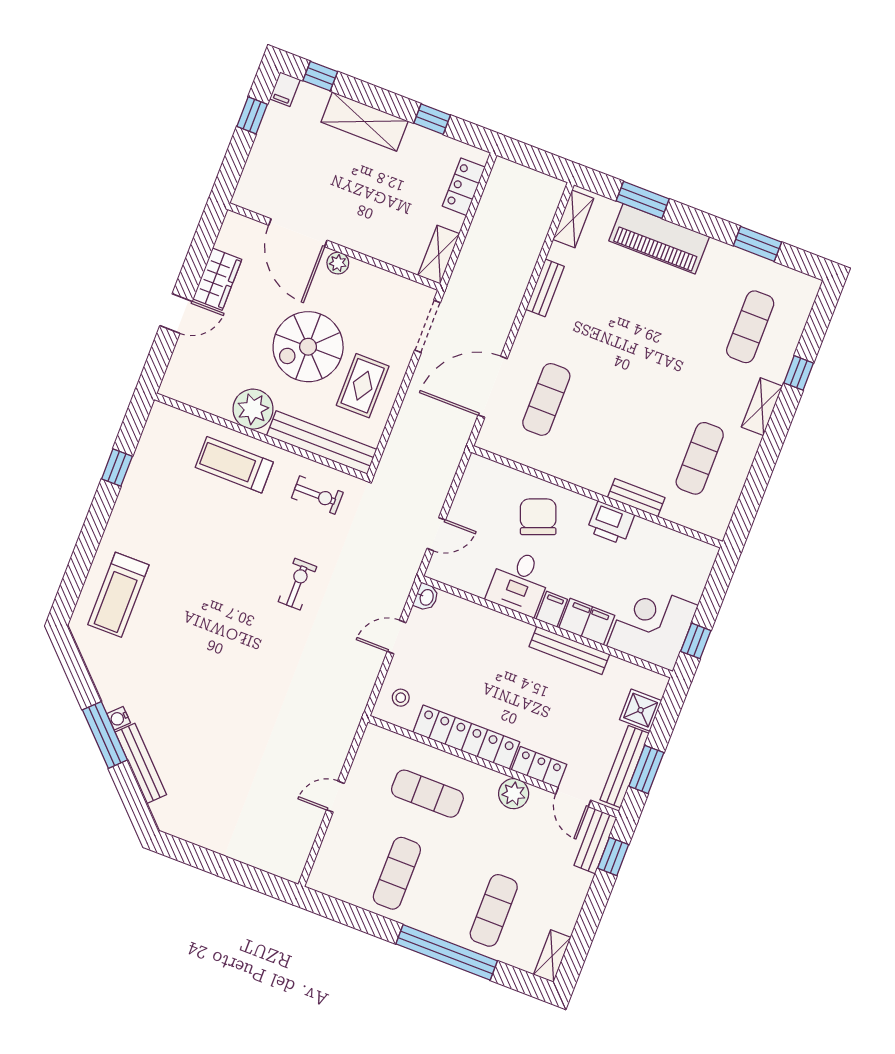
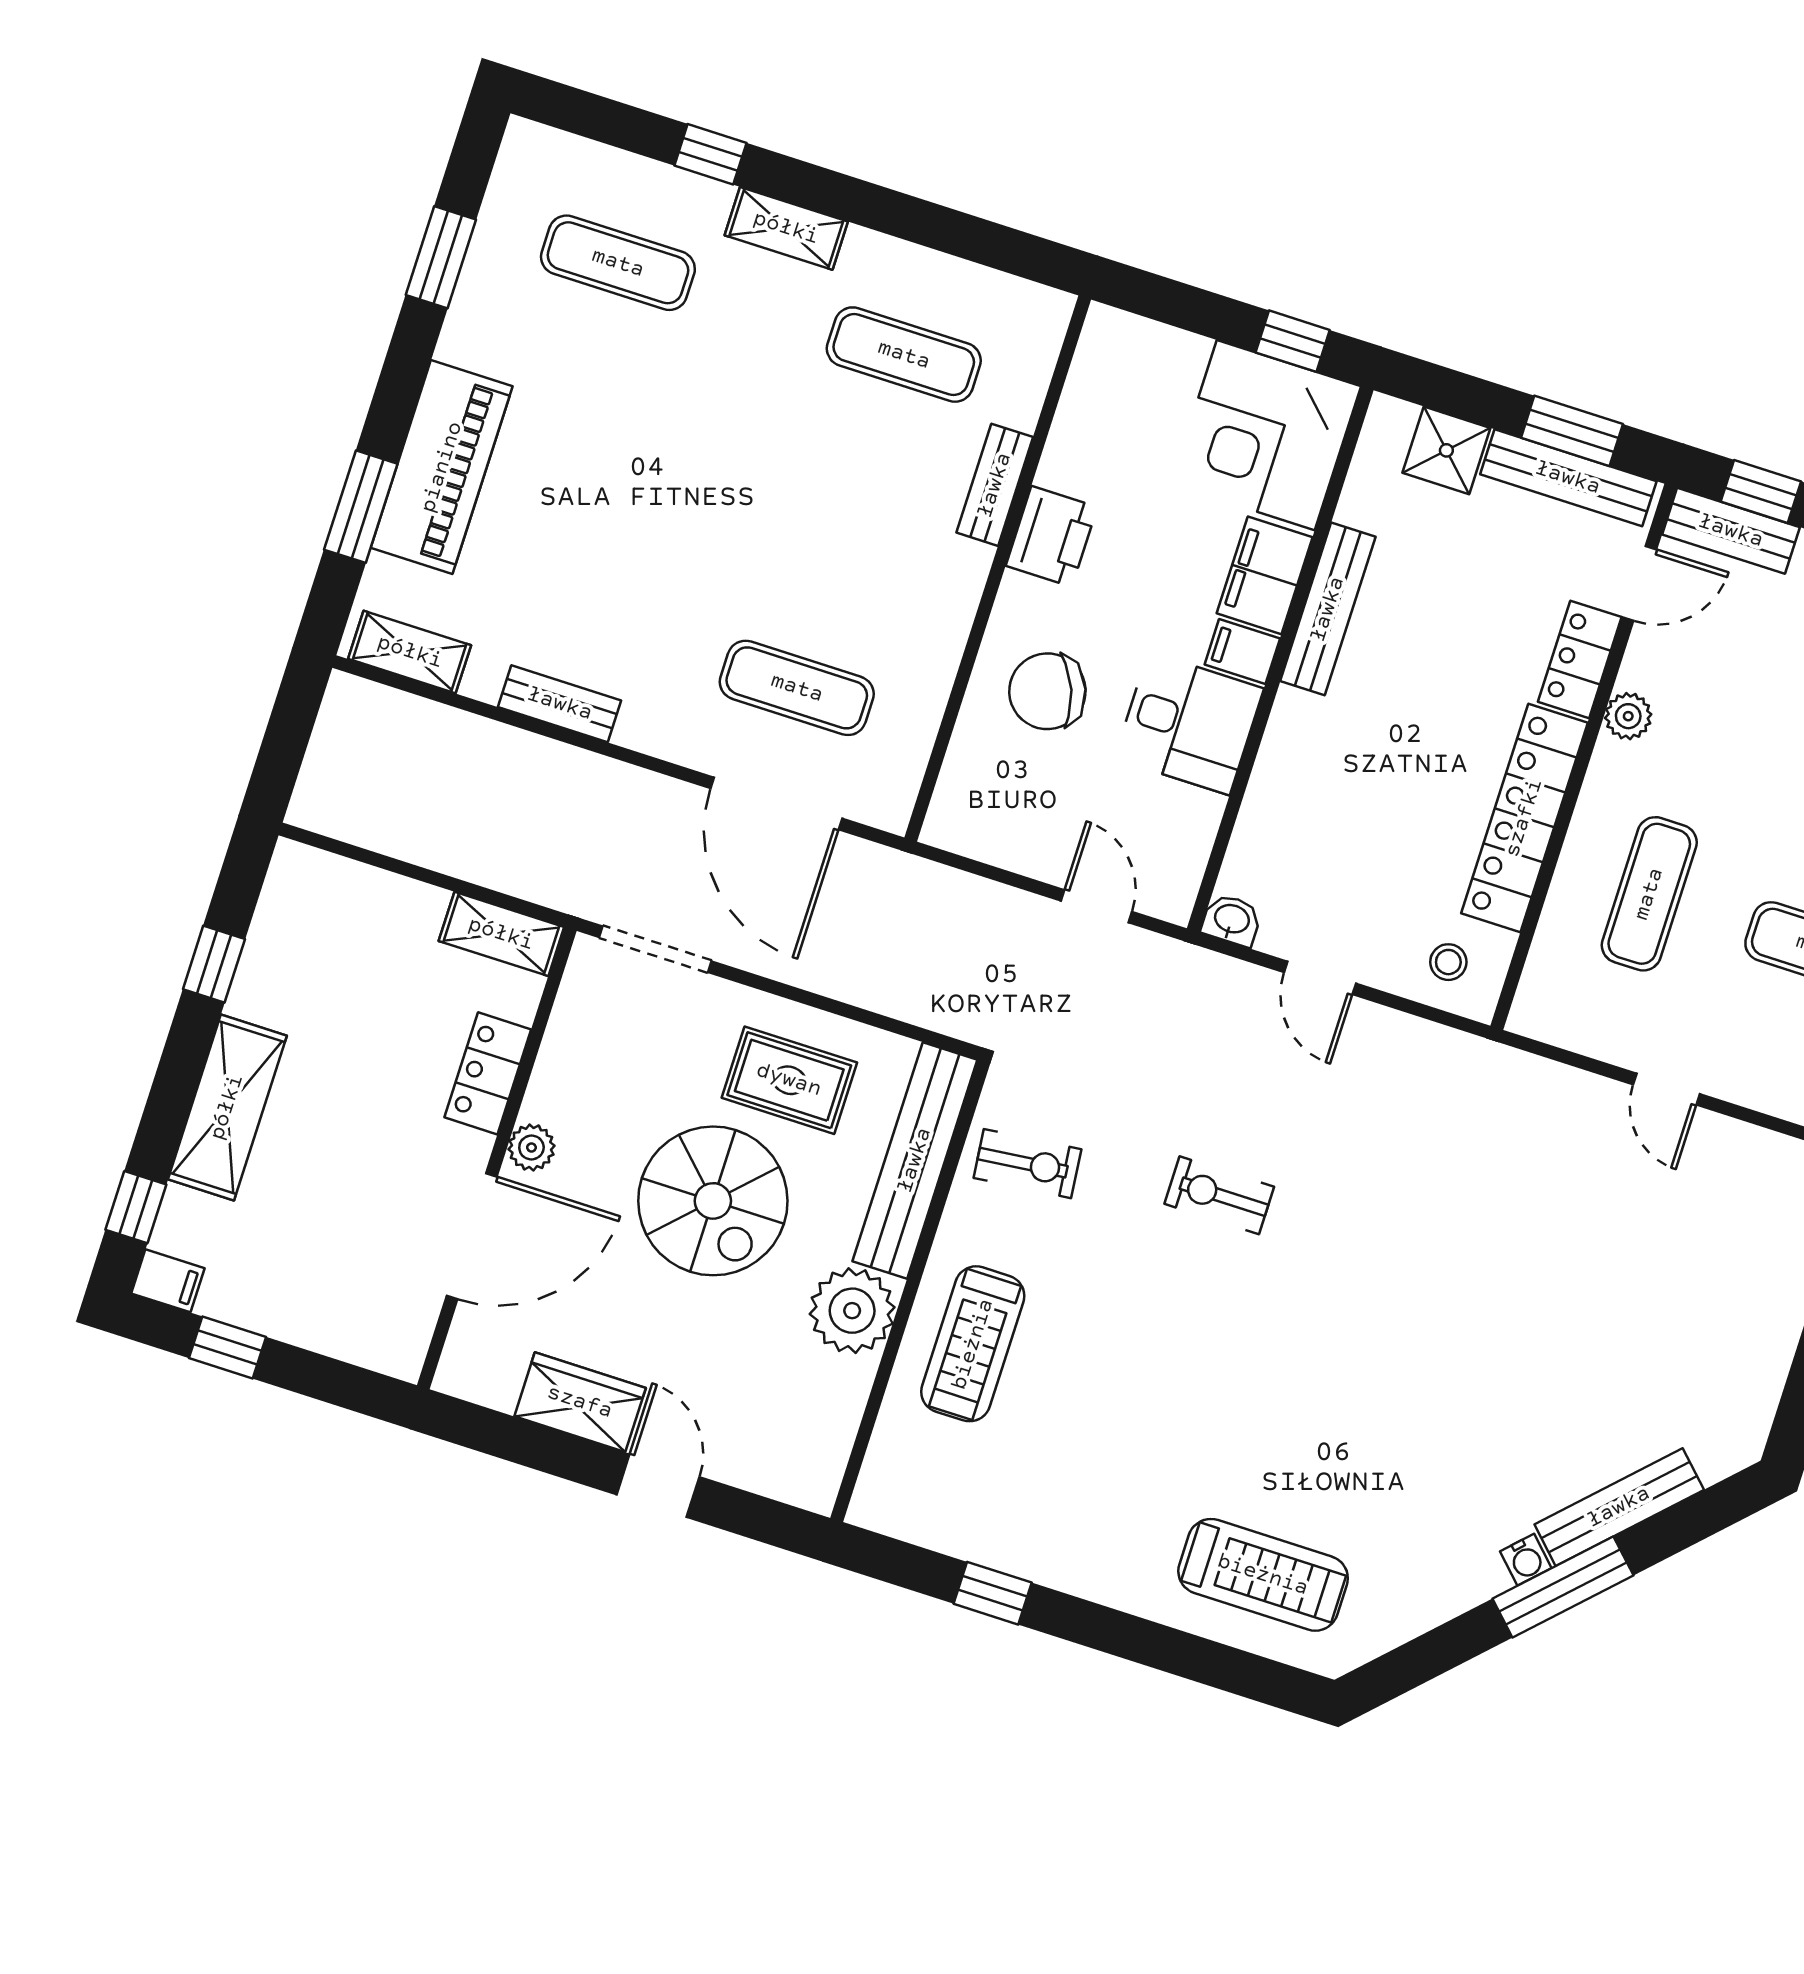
locker: (464, 187) -> (488, 1073), moved, turned 90
exercise bike: (317, 495) -> (1027, 1164), turned 84
plant: (514, 794) -> (1628, 716), width x0.73, depth x0.73

